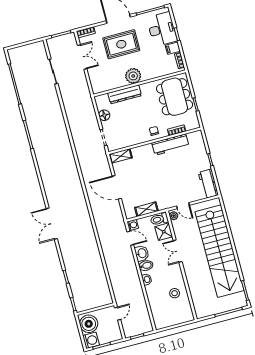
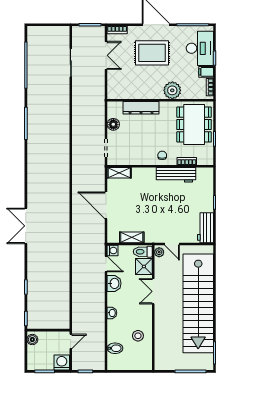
plant: (133, 76) -> (172, 90), moved
bidet: (146, 266) -> (115, 348), moved
boiler: (89, 324) -> (32, 340), width x0.54, depth x0.54
washing machine: (91, 340) -> (62, 363), moved, turned -90

